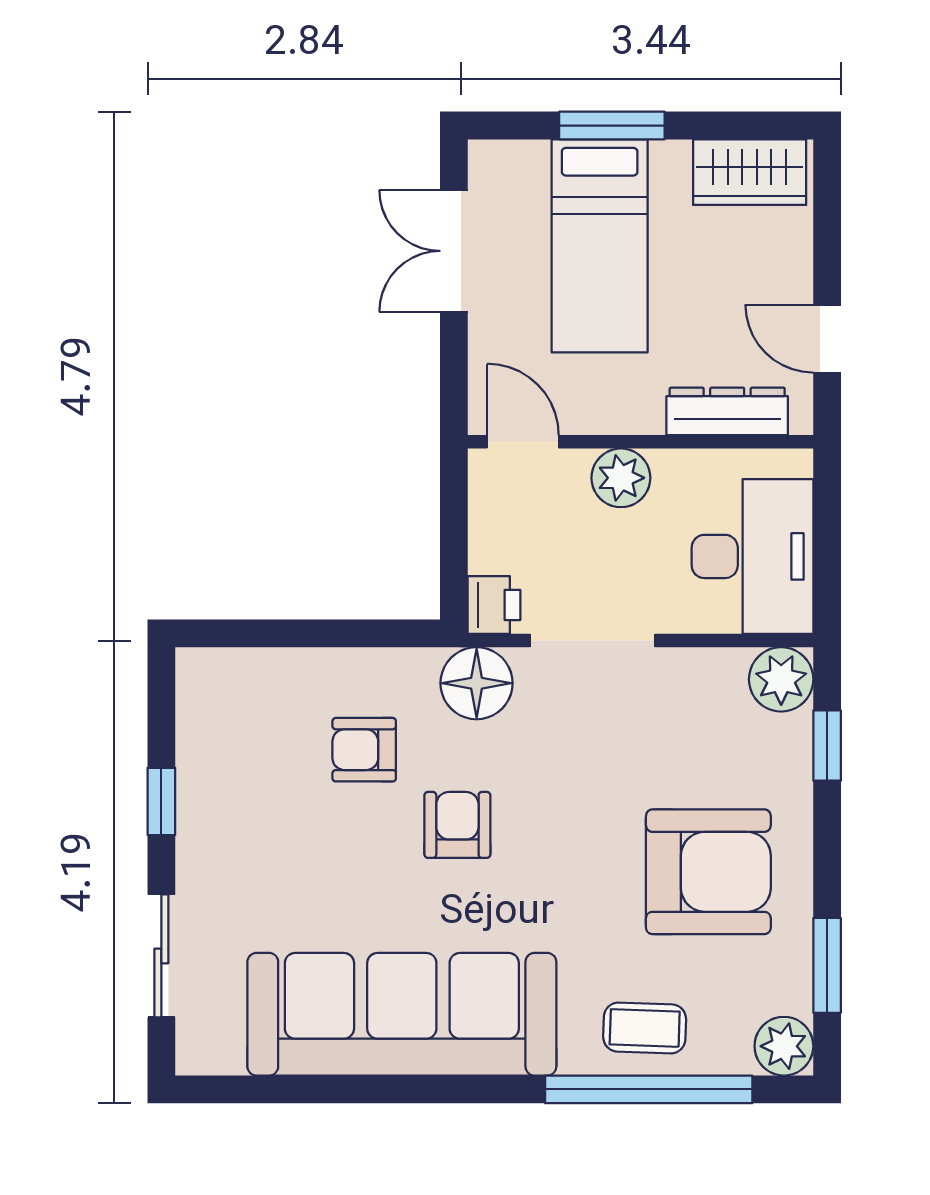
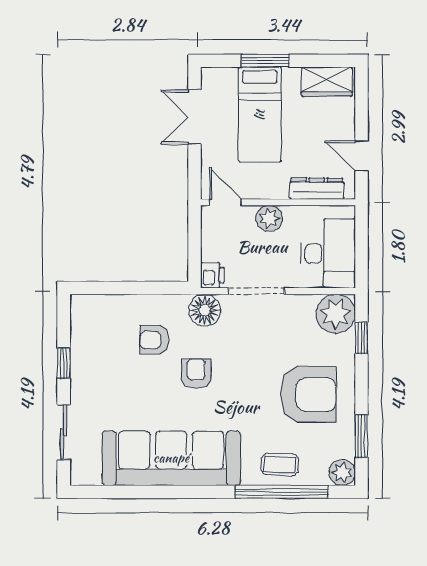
plant: (781, 679) -> (336, 314), width x1.36, depth x1.36

